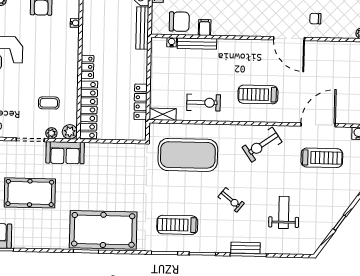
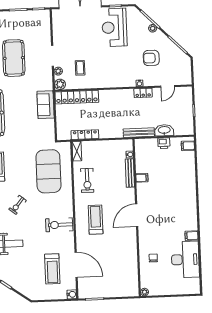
chair: (179, 22) -> (145, 159), removed
door: (289, 39) -> (137, 215), moved
locker: (87, 67) -> (143, 93), moved
exercise bike: (262, 145) -> (59, 225), turned -55
sofa: (65, 153) -> (46, 105), moved

